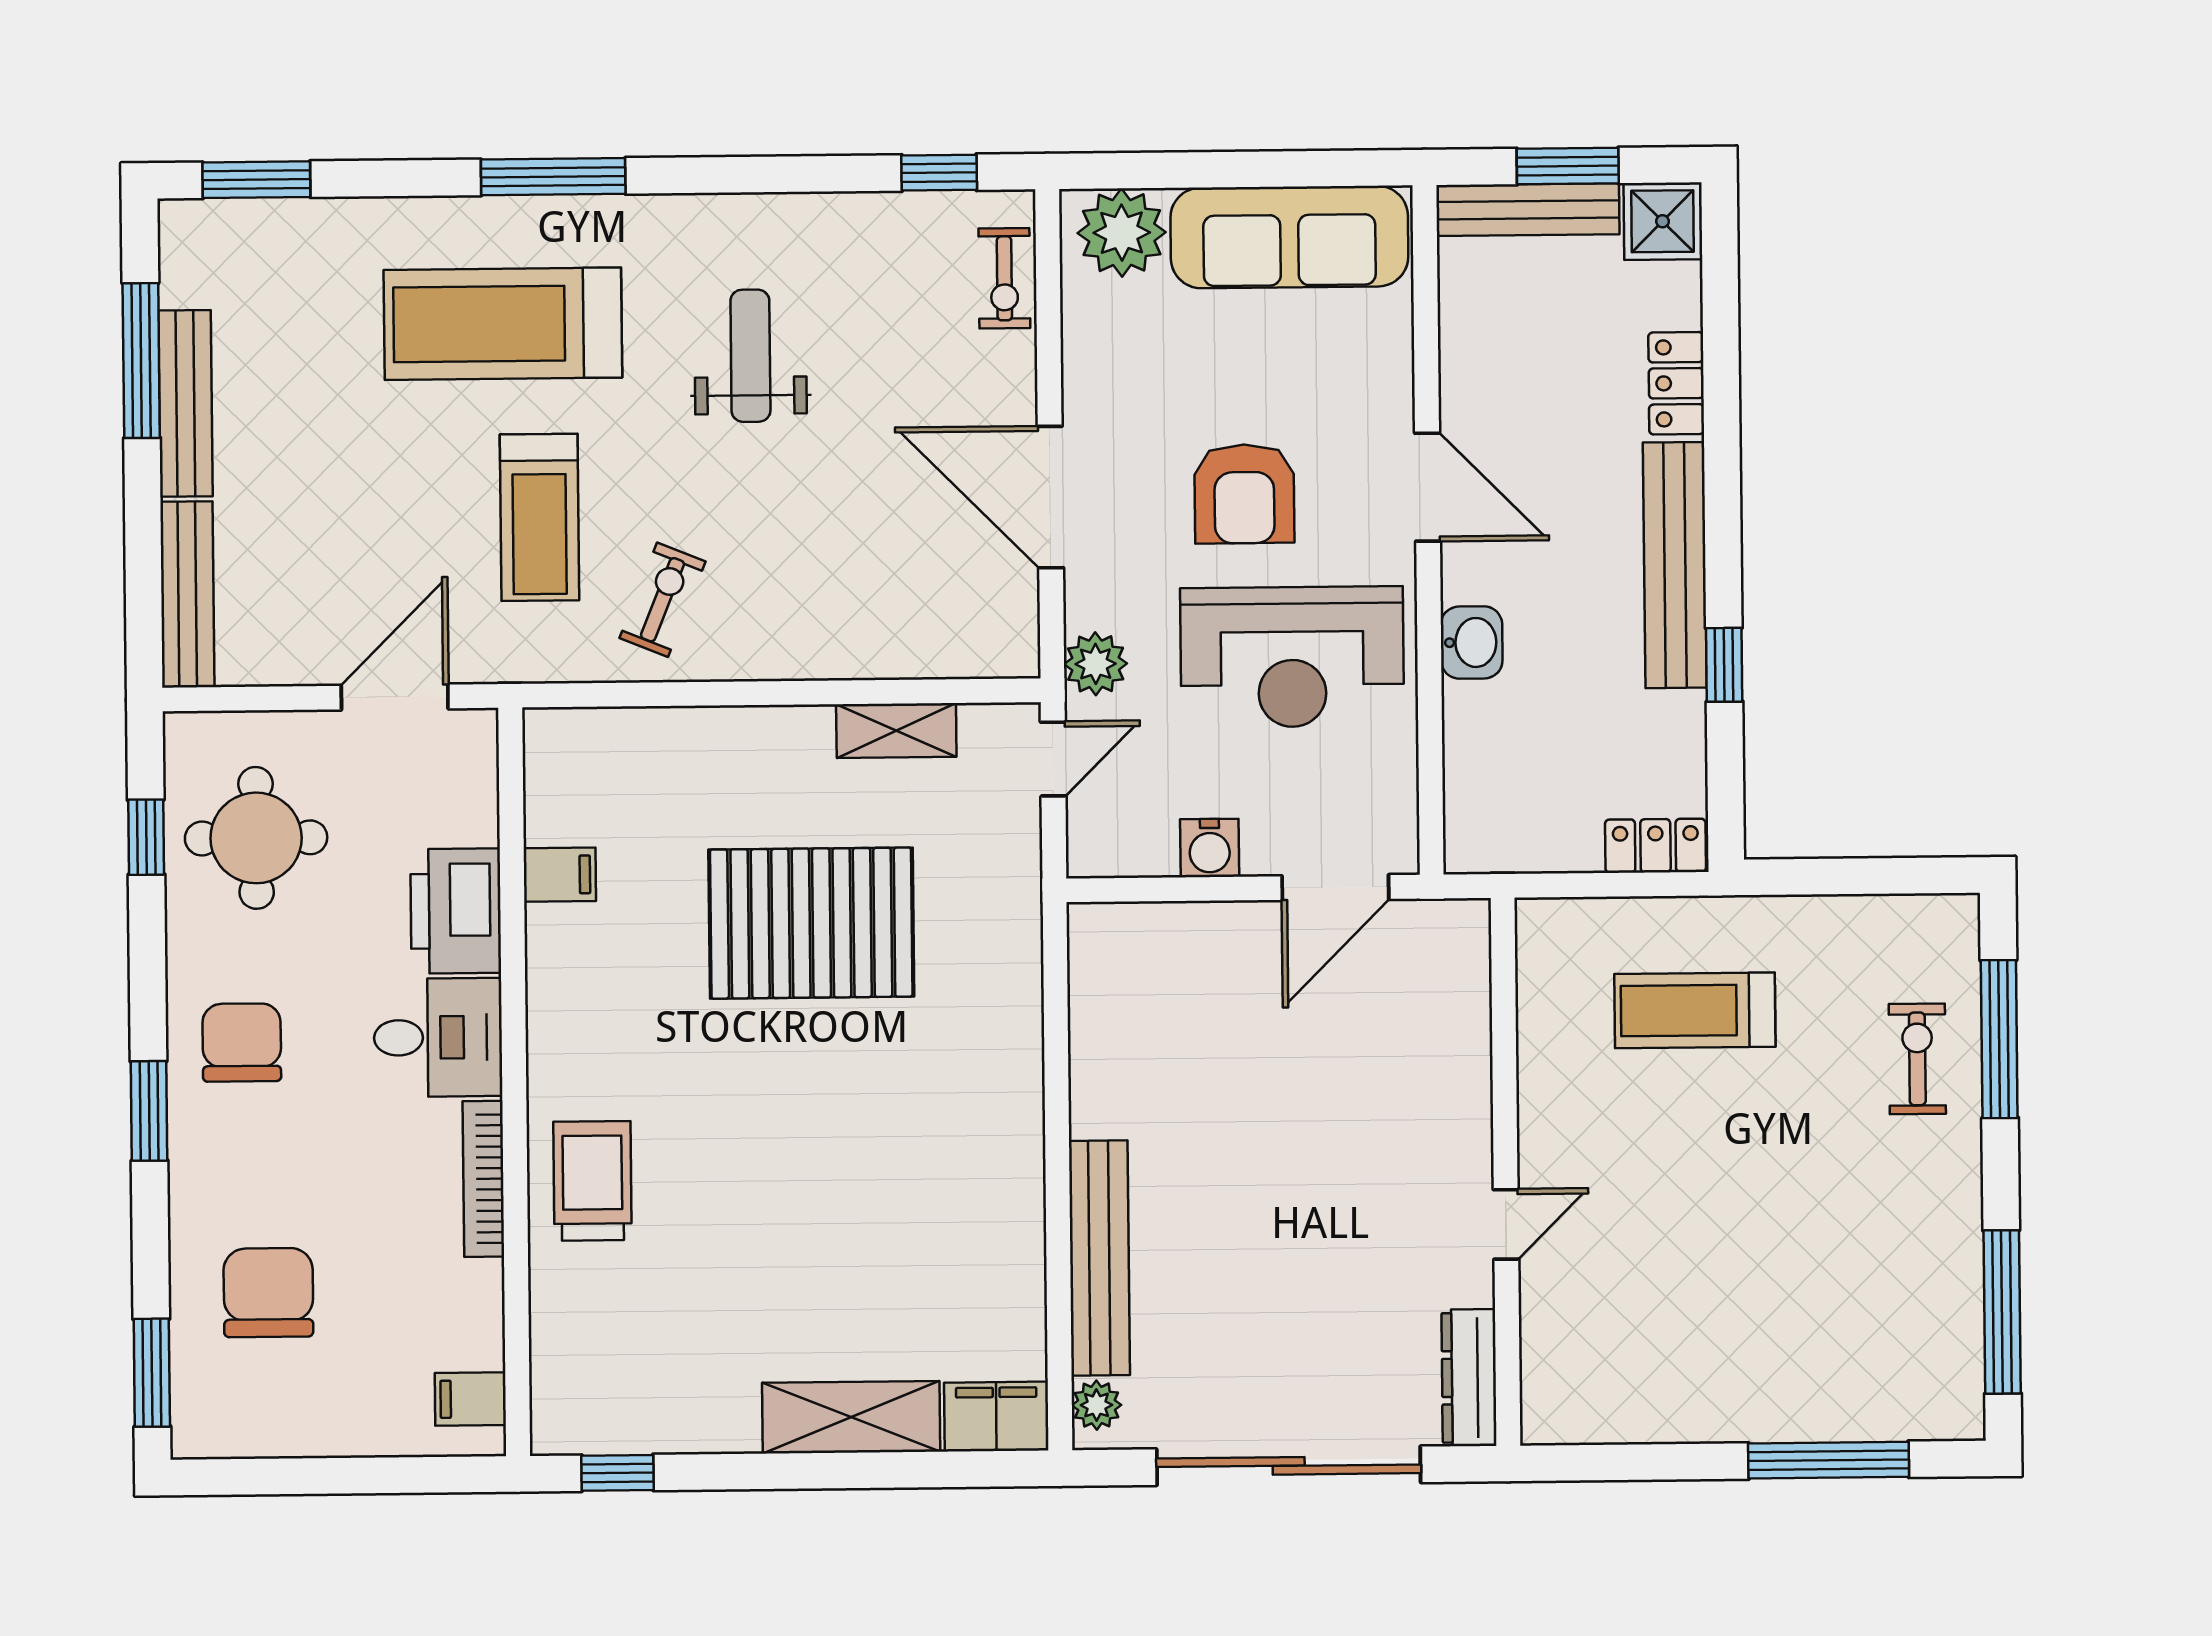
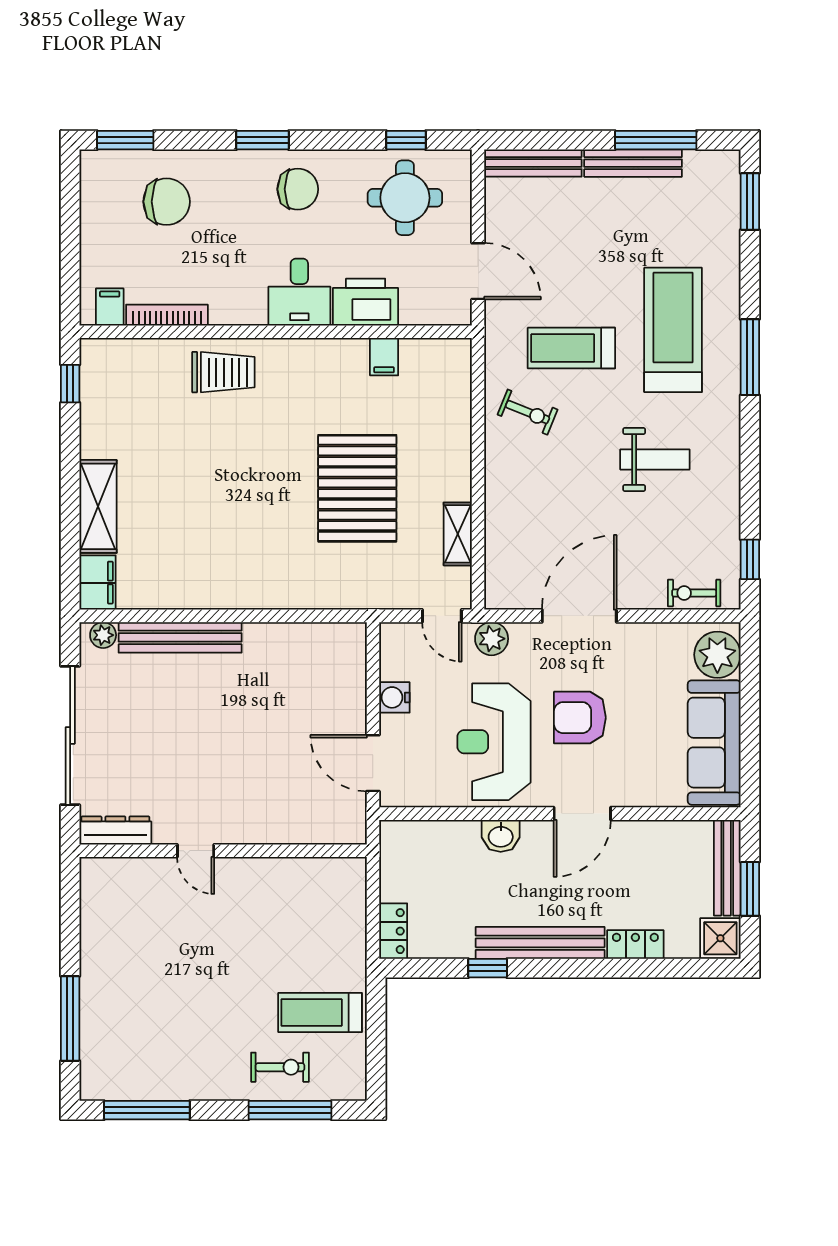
treadmill: (1695, 1010) -> (320, 1013), moved, turned -90
bookcase: (483, 1179) -> (167, 315), moved

